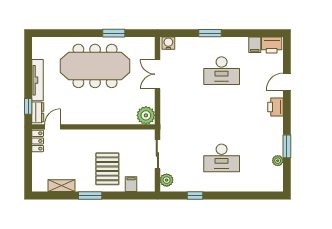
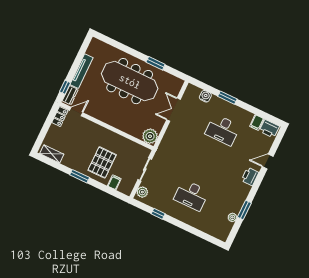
water cooler: (168, 43) -> (205, 96), moved
shelving: (62, 186) -> (52, 154), moved

